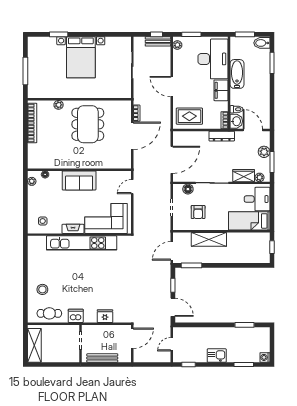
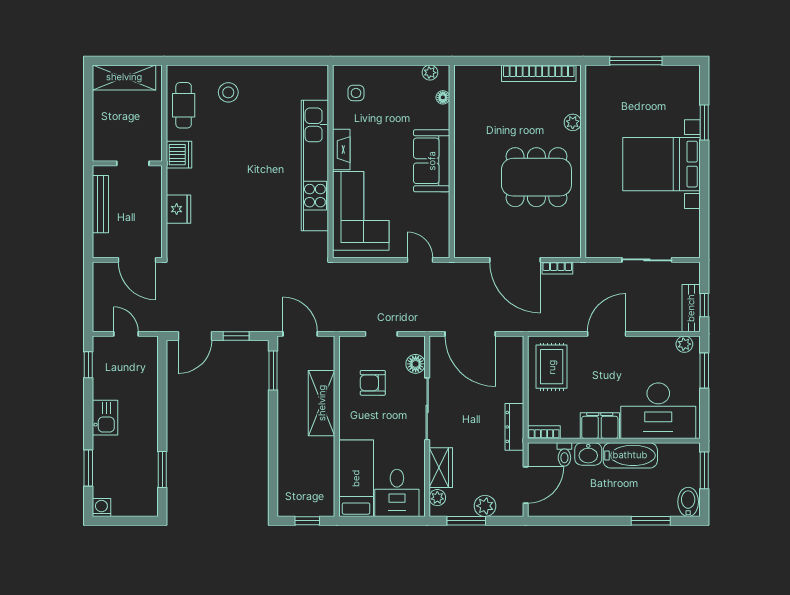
washbasin: (236, 121) -> (588, 454), moved

